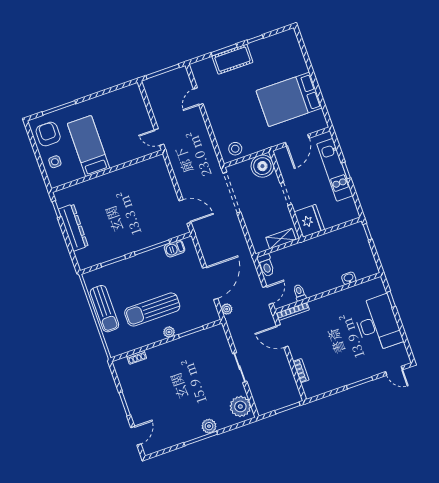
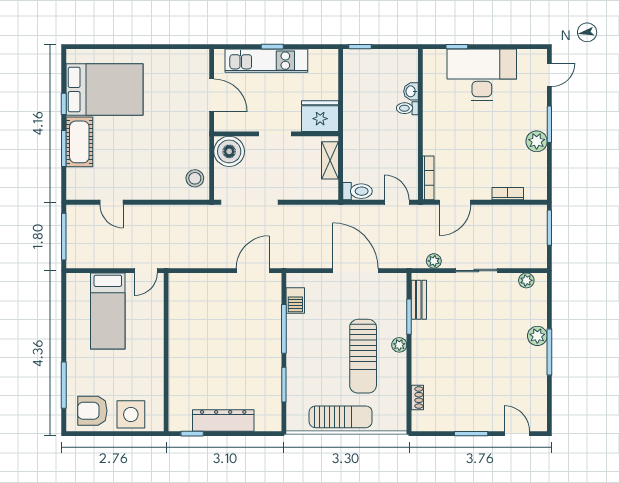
bed: (289, 99) -> (104, 90), moved, turned -90
bed: (88, 146) -> (108, 311), moved, turned -90
side table: (55, 162) -> (131, 414), width x1.87, depth x1.87
toilet: (299, 293) -> (407, 108), moved
plant: (227, 309) -> (434, 261), moved
bench: (205, 335) -> (419, 300), added
plant: (345, 378) -> (537, 141), added
plant: (240, 406) -> (526, 280), width x0.53, depth x0.53

